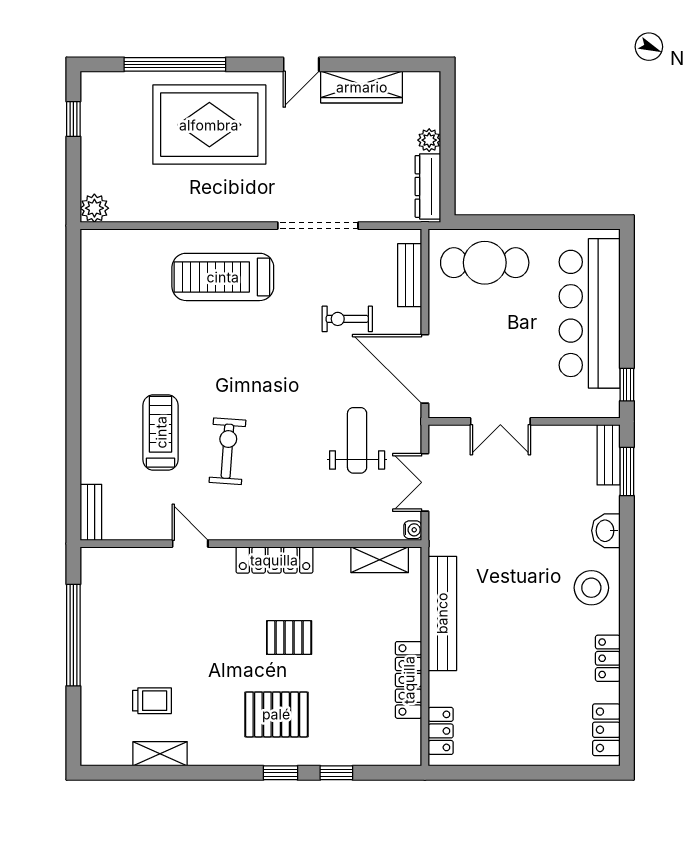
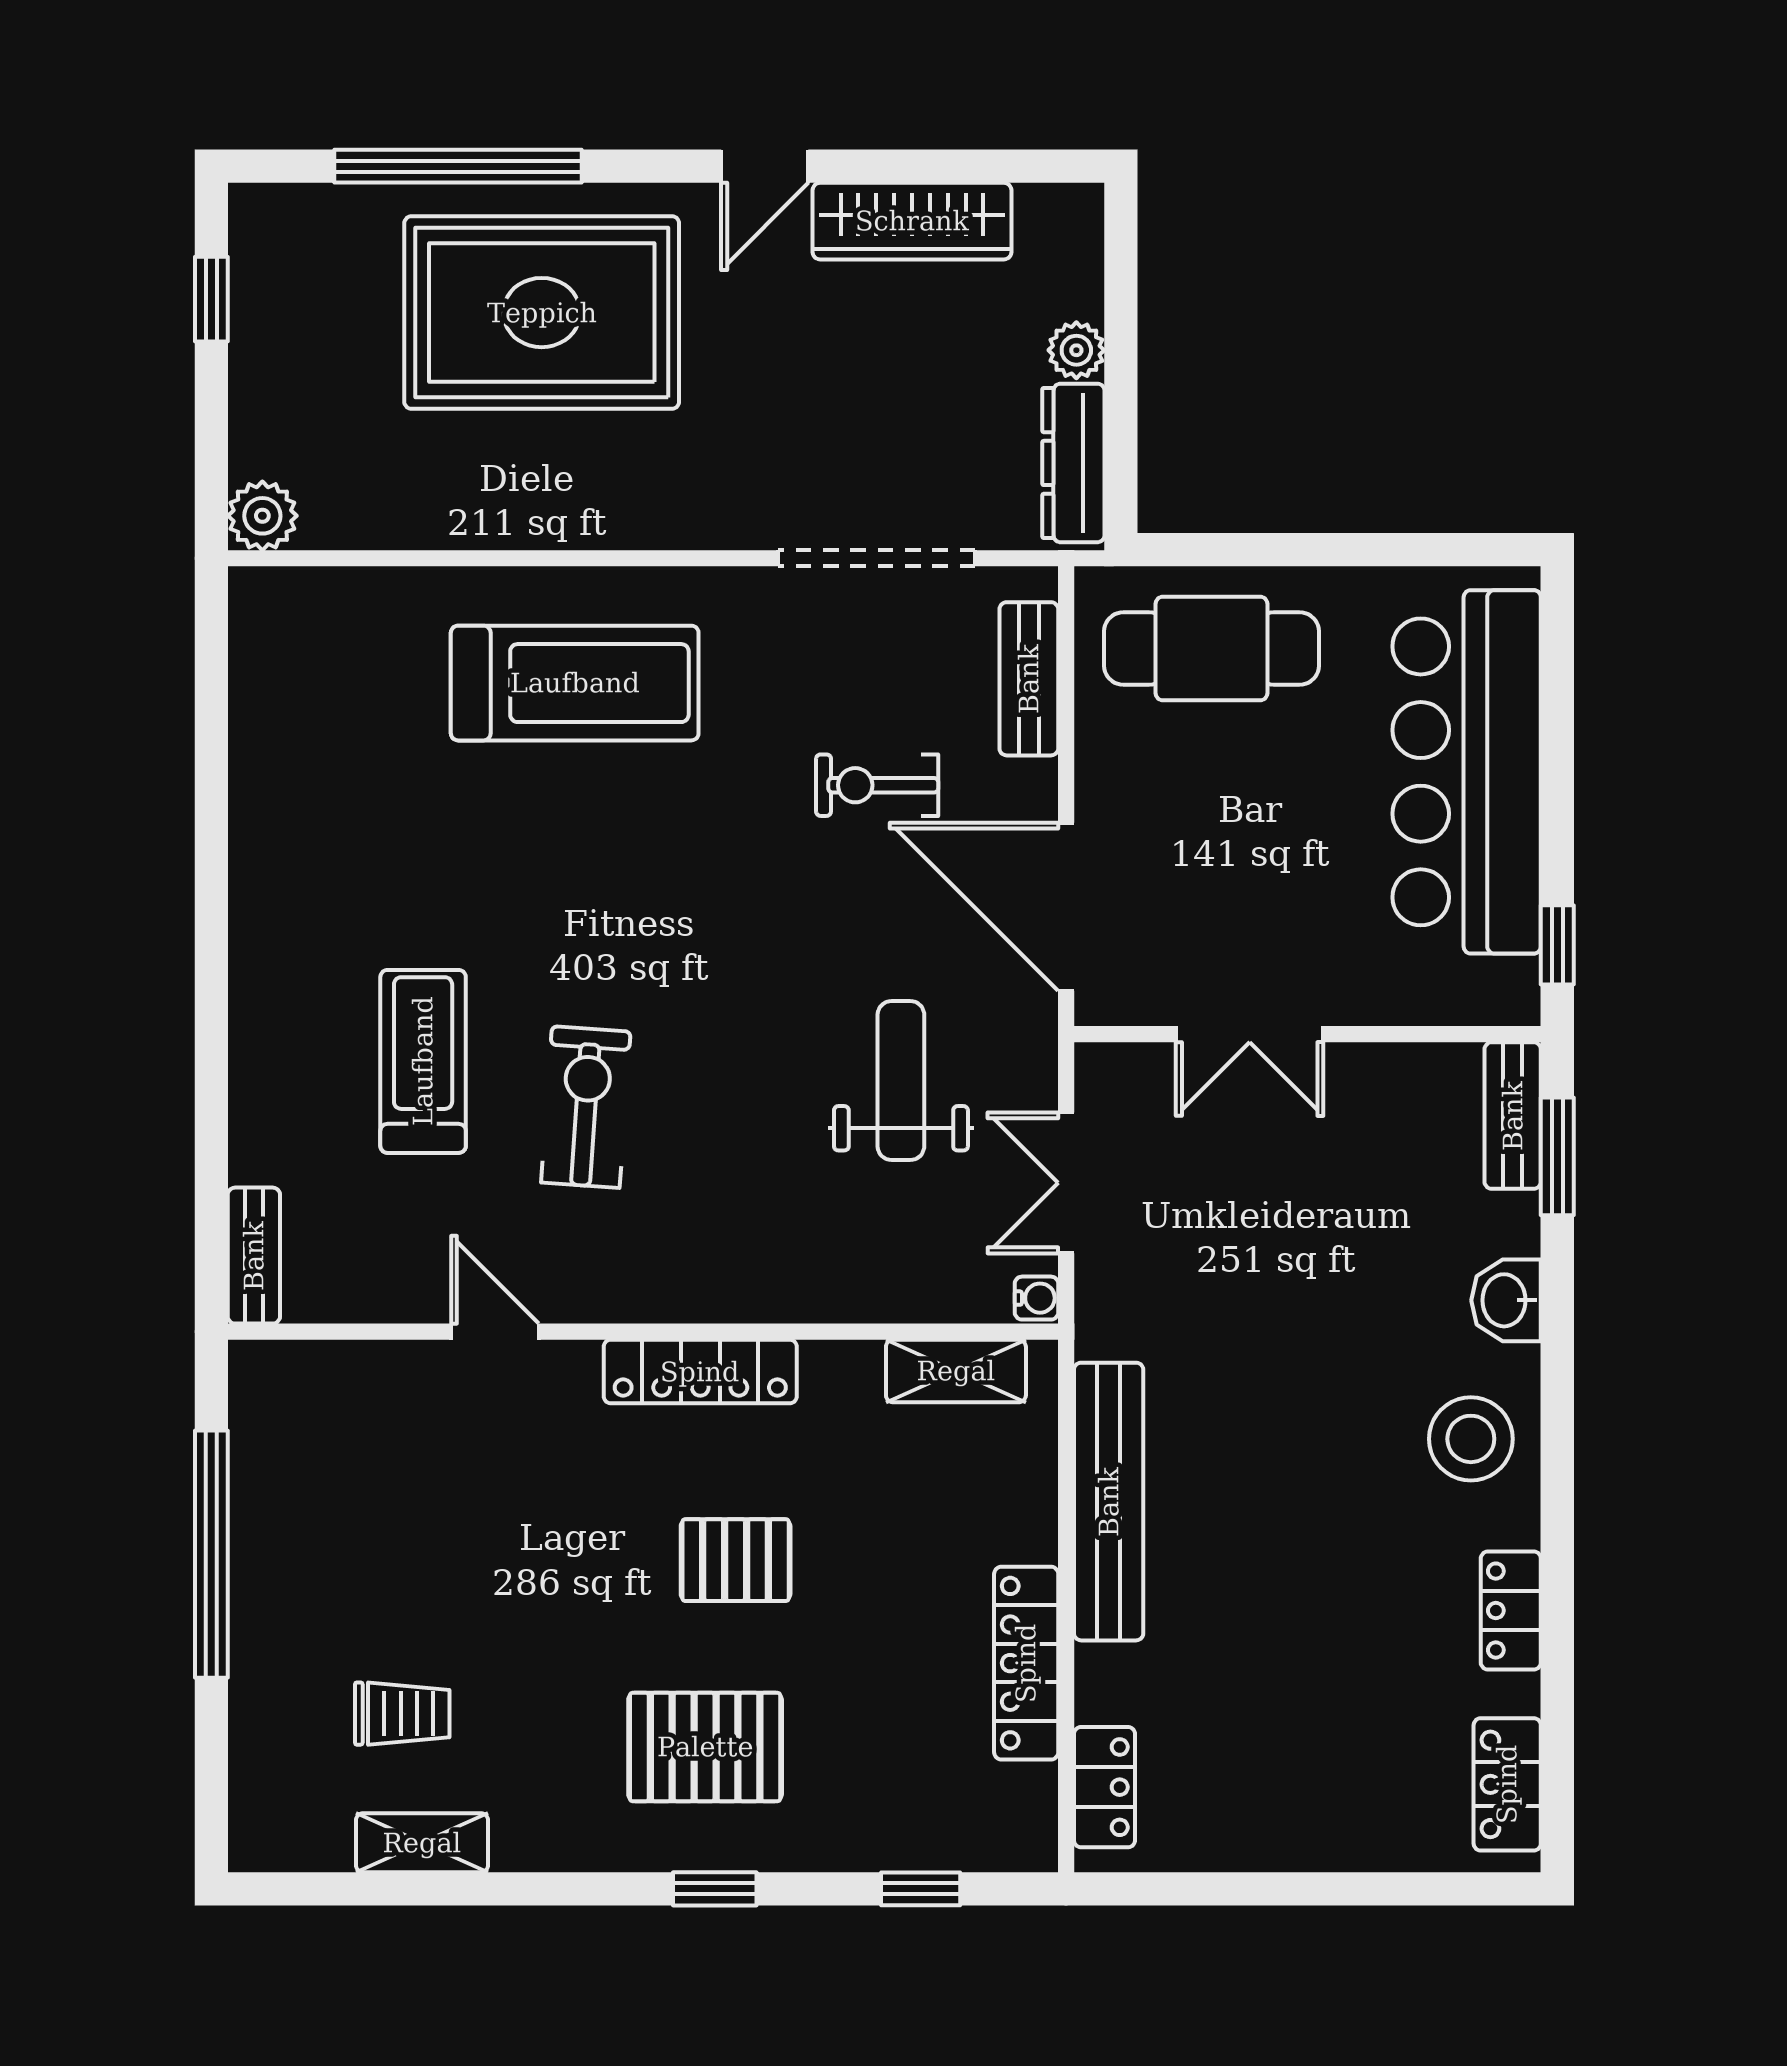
doorway: (318, 226) -> (877, 558), moved
treadmill: (223, 277) -> (575, 683), turned 180
window: (336, 773) -> (921, 1889), moved

